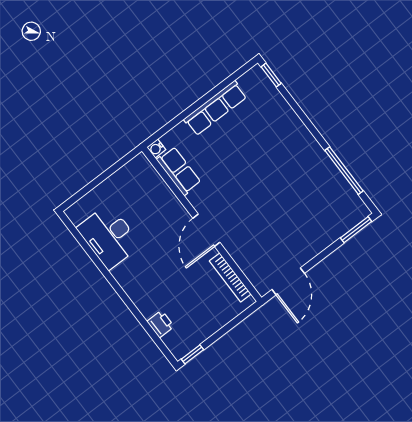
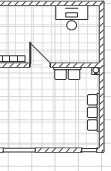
row of seats: (179, 171) -> (67, 73), moved
printer: (161, 324) -> (13, 11), removed

